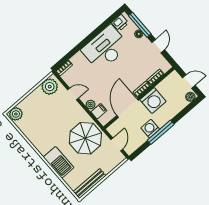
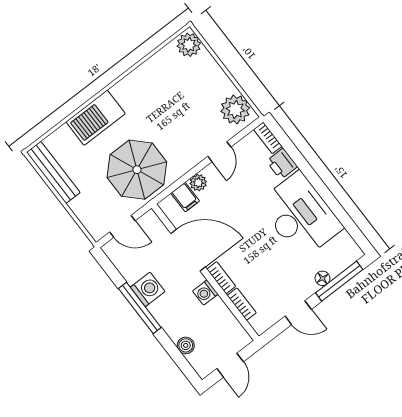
printer: (120, 23) -> (282, 164), moved
boiler: (190, 97) -> (186, 345), moved
washing machine: (153, 101) -> (205, 293), width x0.53, depth x0.53

